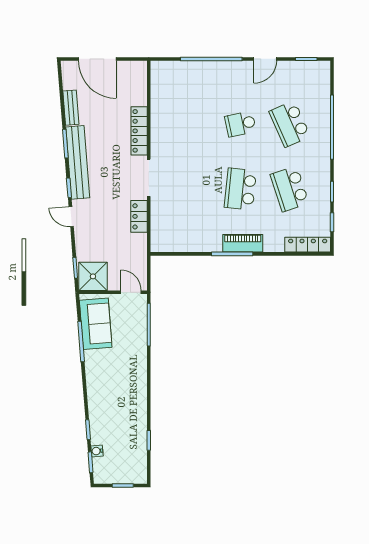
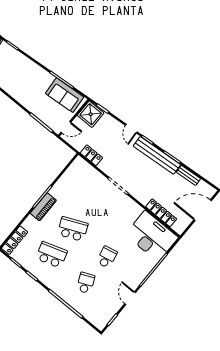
desk: (174, 93) -> (152, 236), added
school desk: (290, 124) -> (86, 283), width x0.54
locker: (139, 131) -> (161, 213), moved
school desk: (240, 189) -> (73, 229), turned -30
locker: (139, 216) -> (91, 155), moved
door: (71, 217) -> (131, 129), swing flipped

